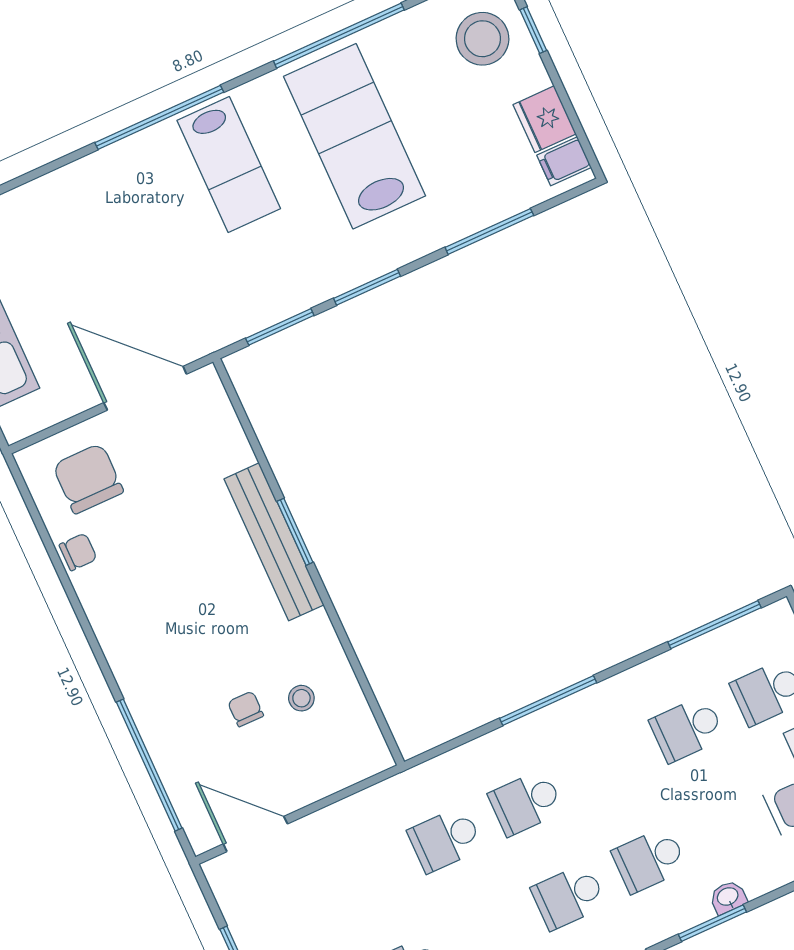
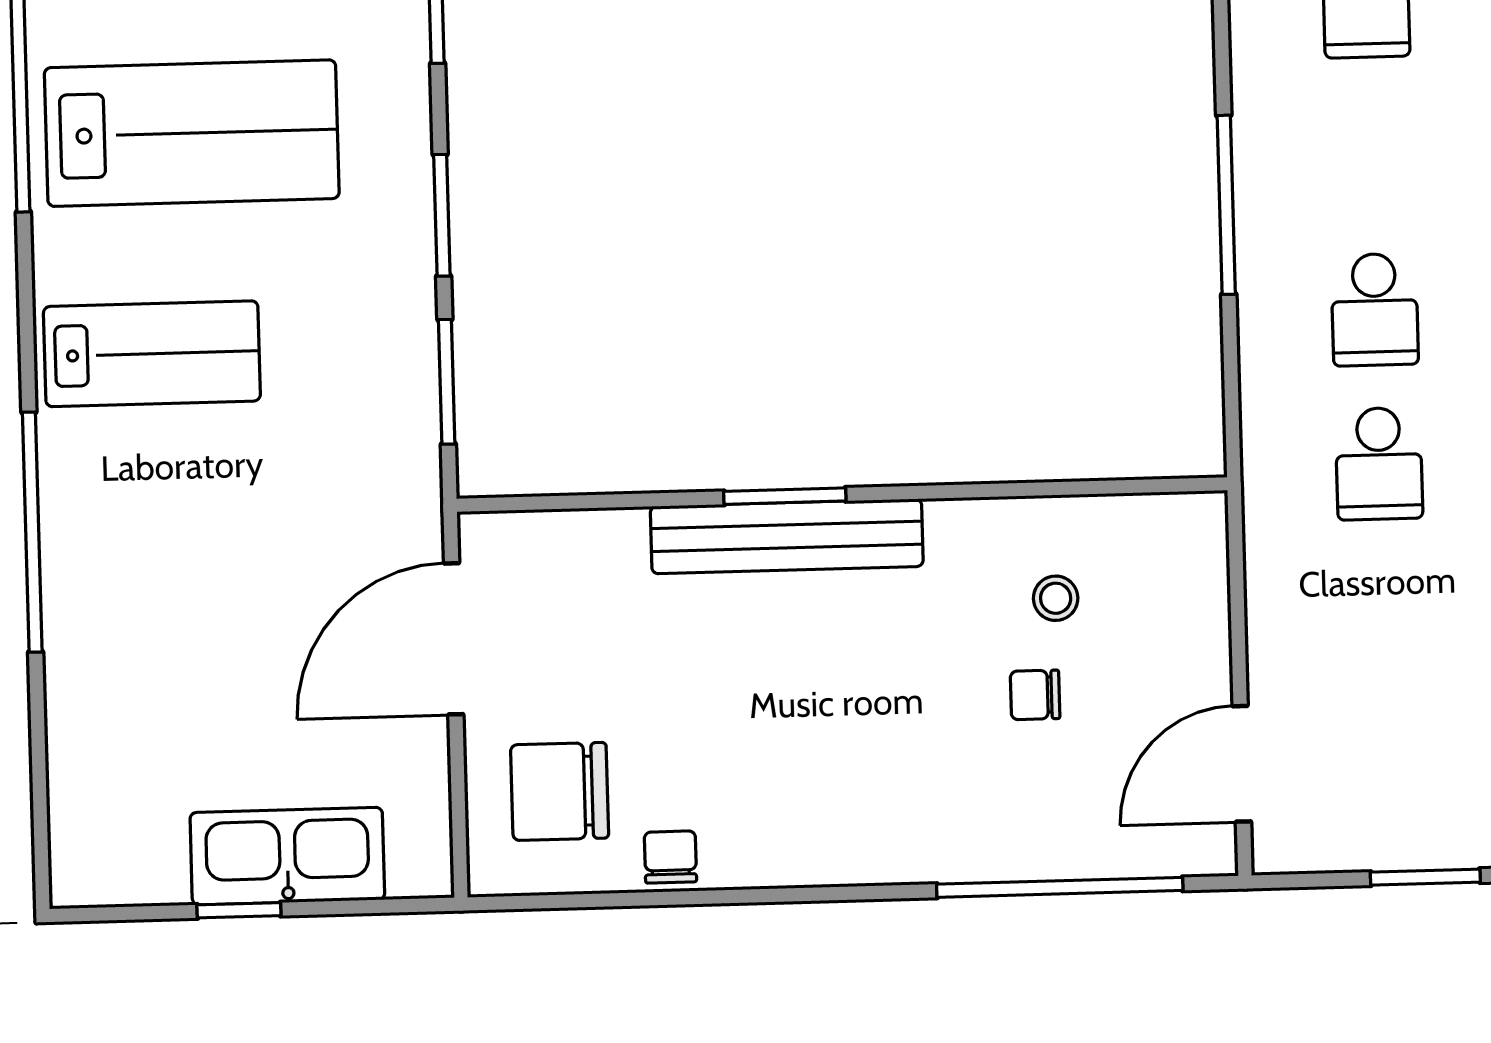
window: (159, 117) -> (32, 532), moved
lab bench: (355, 136) -> (192, 133), turned 180

